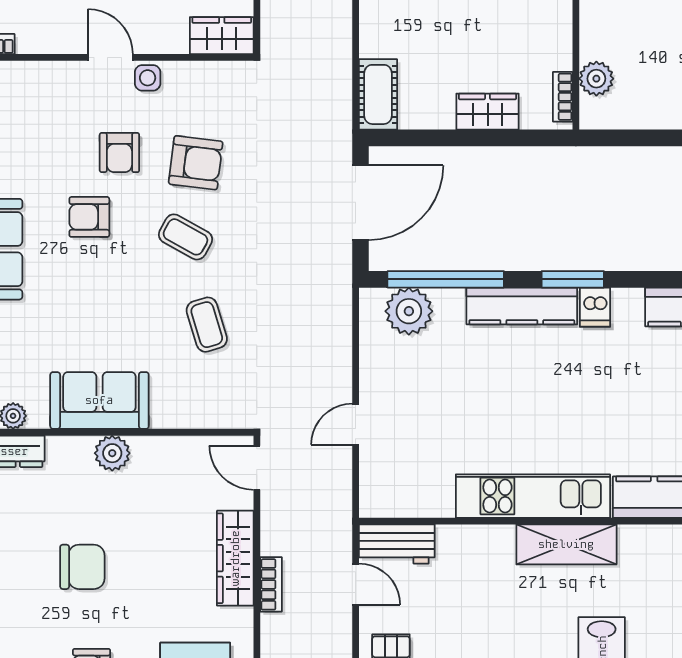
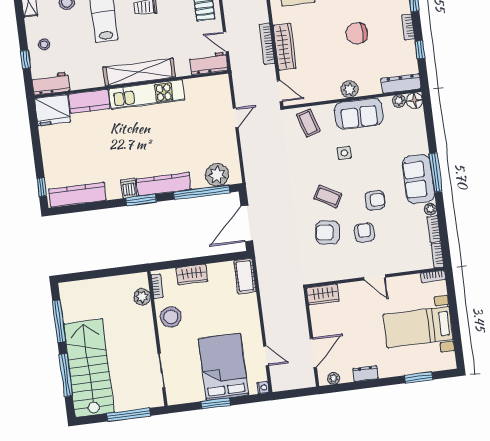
stool: (542, 30) -> (171, 317), added
side table: (148, 78) -> (344, 153), moved
coffee table: (207, 325) -> (308, 123), moved
shelving: (566, 544) -> (139, 72), width x1.47
bookcase: (271, 584) -> (267, 44), width x1.56

